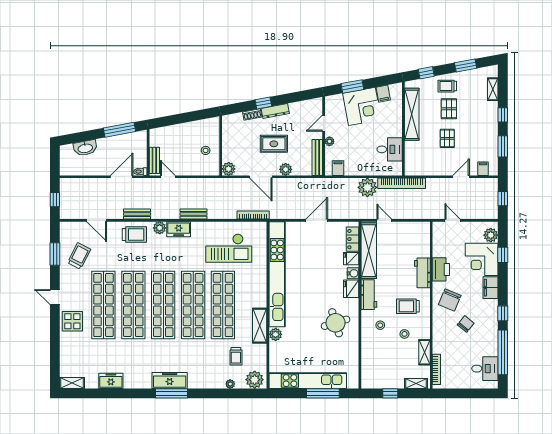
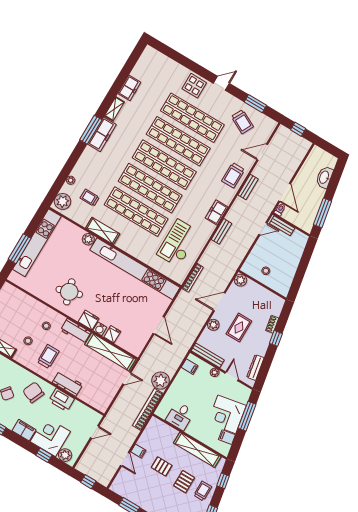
window: (352, 87) -> (247, 416), width x1.44
pallet: (449, 109) -> (184, 482), turned 90
dresser: (275, 111) -> (255, 367), moved
filing cabinet: (483, 169) -> (138, 451), moved
plant: (160, 228) -> (227, 198), removed
locker: (352, 239) -> (127, 345), removed
shelving: (72, 383) -> (114, 109), moved

